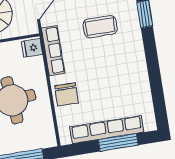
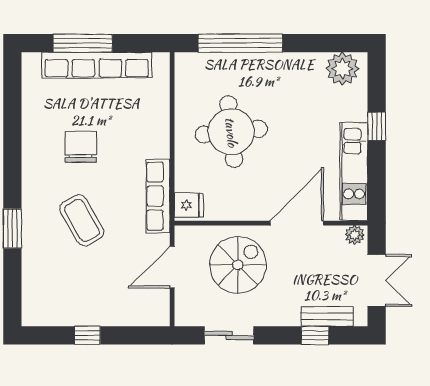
coffee table: (100, 27) -> (82, 220), turned 60
chair: (66, 94) -> (81, 147), moved

